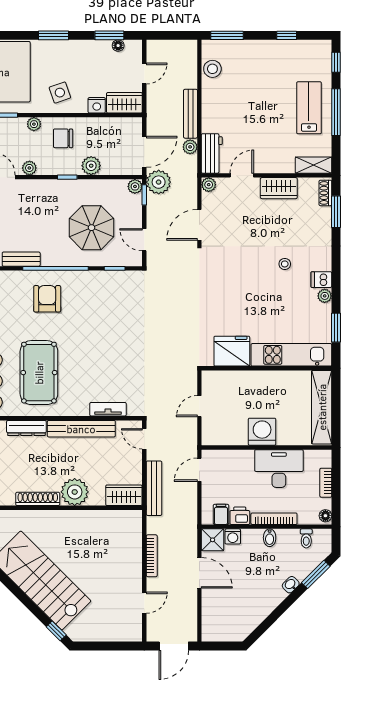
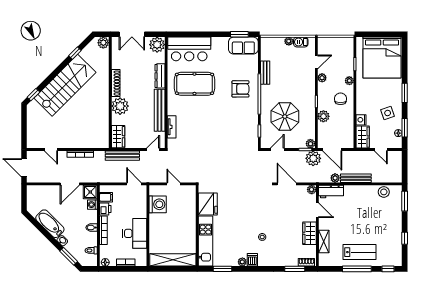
side table: (60, 93) -> (388, 113), moved
shelving: (313, 165) -> (324, 242), moved
washing machine: (262, 432) -> (158, 204), moved
bathtub: (263, 605) -> (50, 224), added

